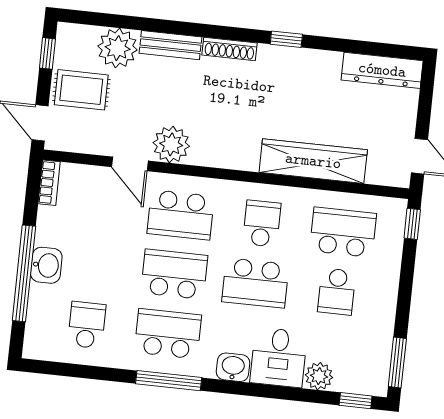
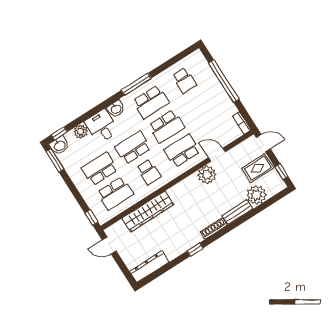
washbasin: (46, 265) -> (59, 146), moved, turned -90
school desk: (337, 292) -> (100, 169), width x1.85

